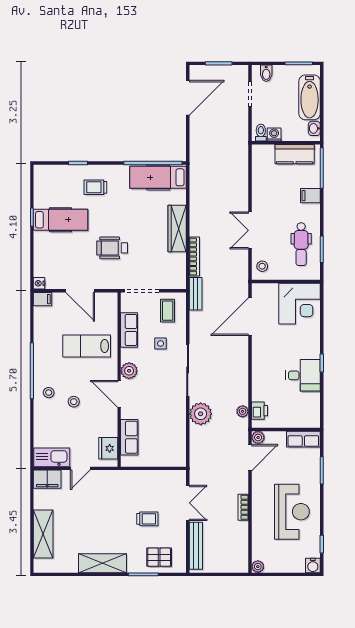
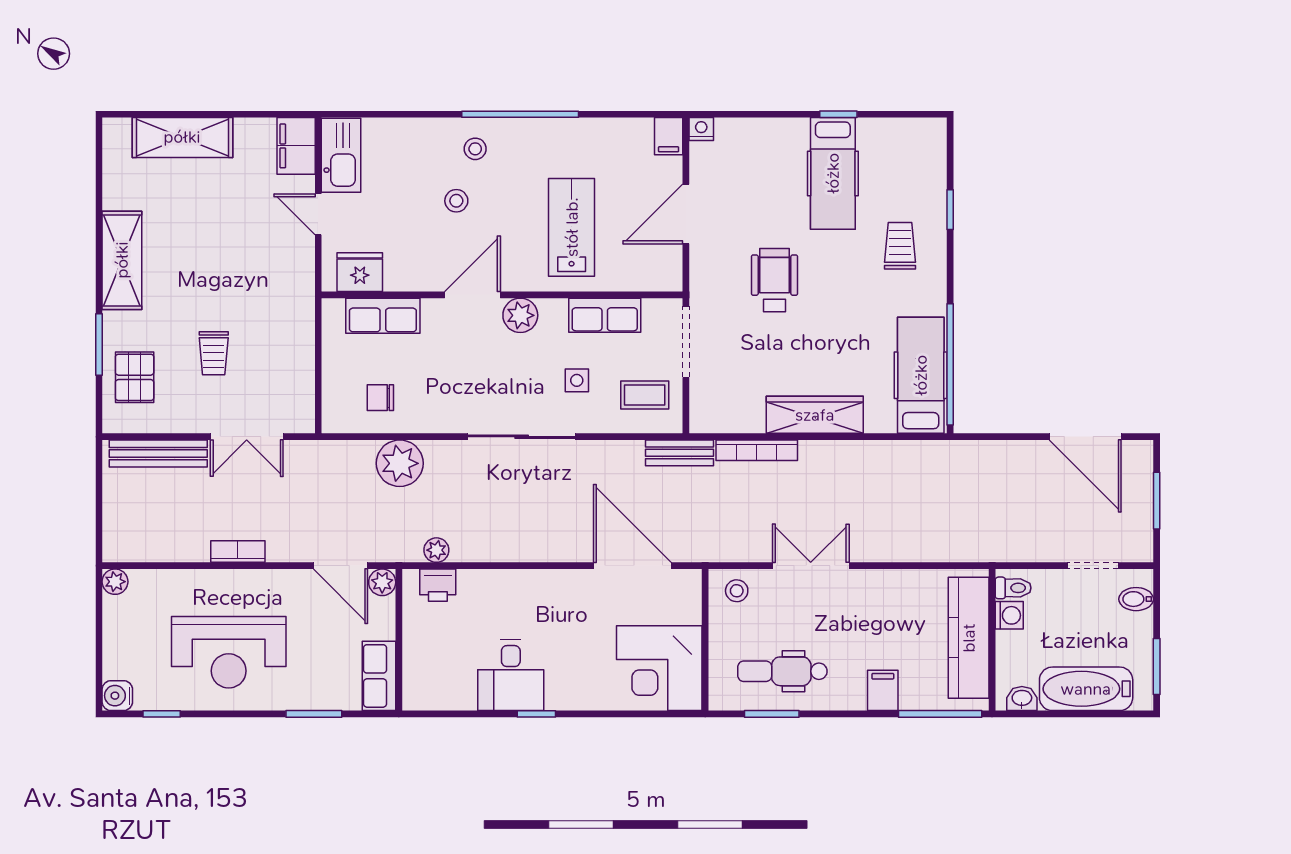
kitchen counter: (295, 154) -> (969, 638), width x1.50
plant: (201, 414) -> (400, 463), moved
chair: (169, 438) -> (380, 398), added

